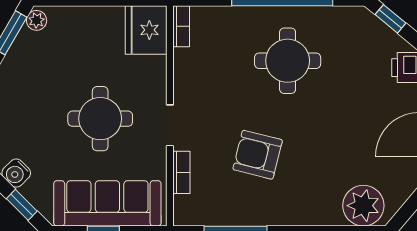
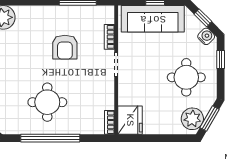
plant: (37, 20) -> (192, 119), width x1.88, depth x1.88
round table: (100, 119) -> (186, 77), moved
armchair: (258, 155) -> (65, 47), turned 76

